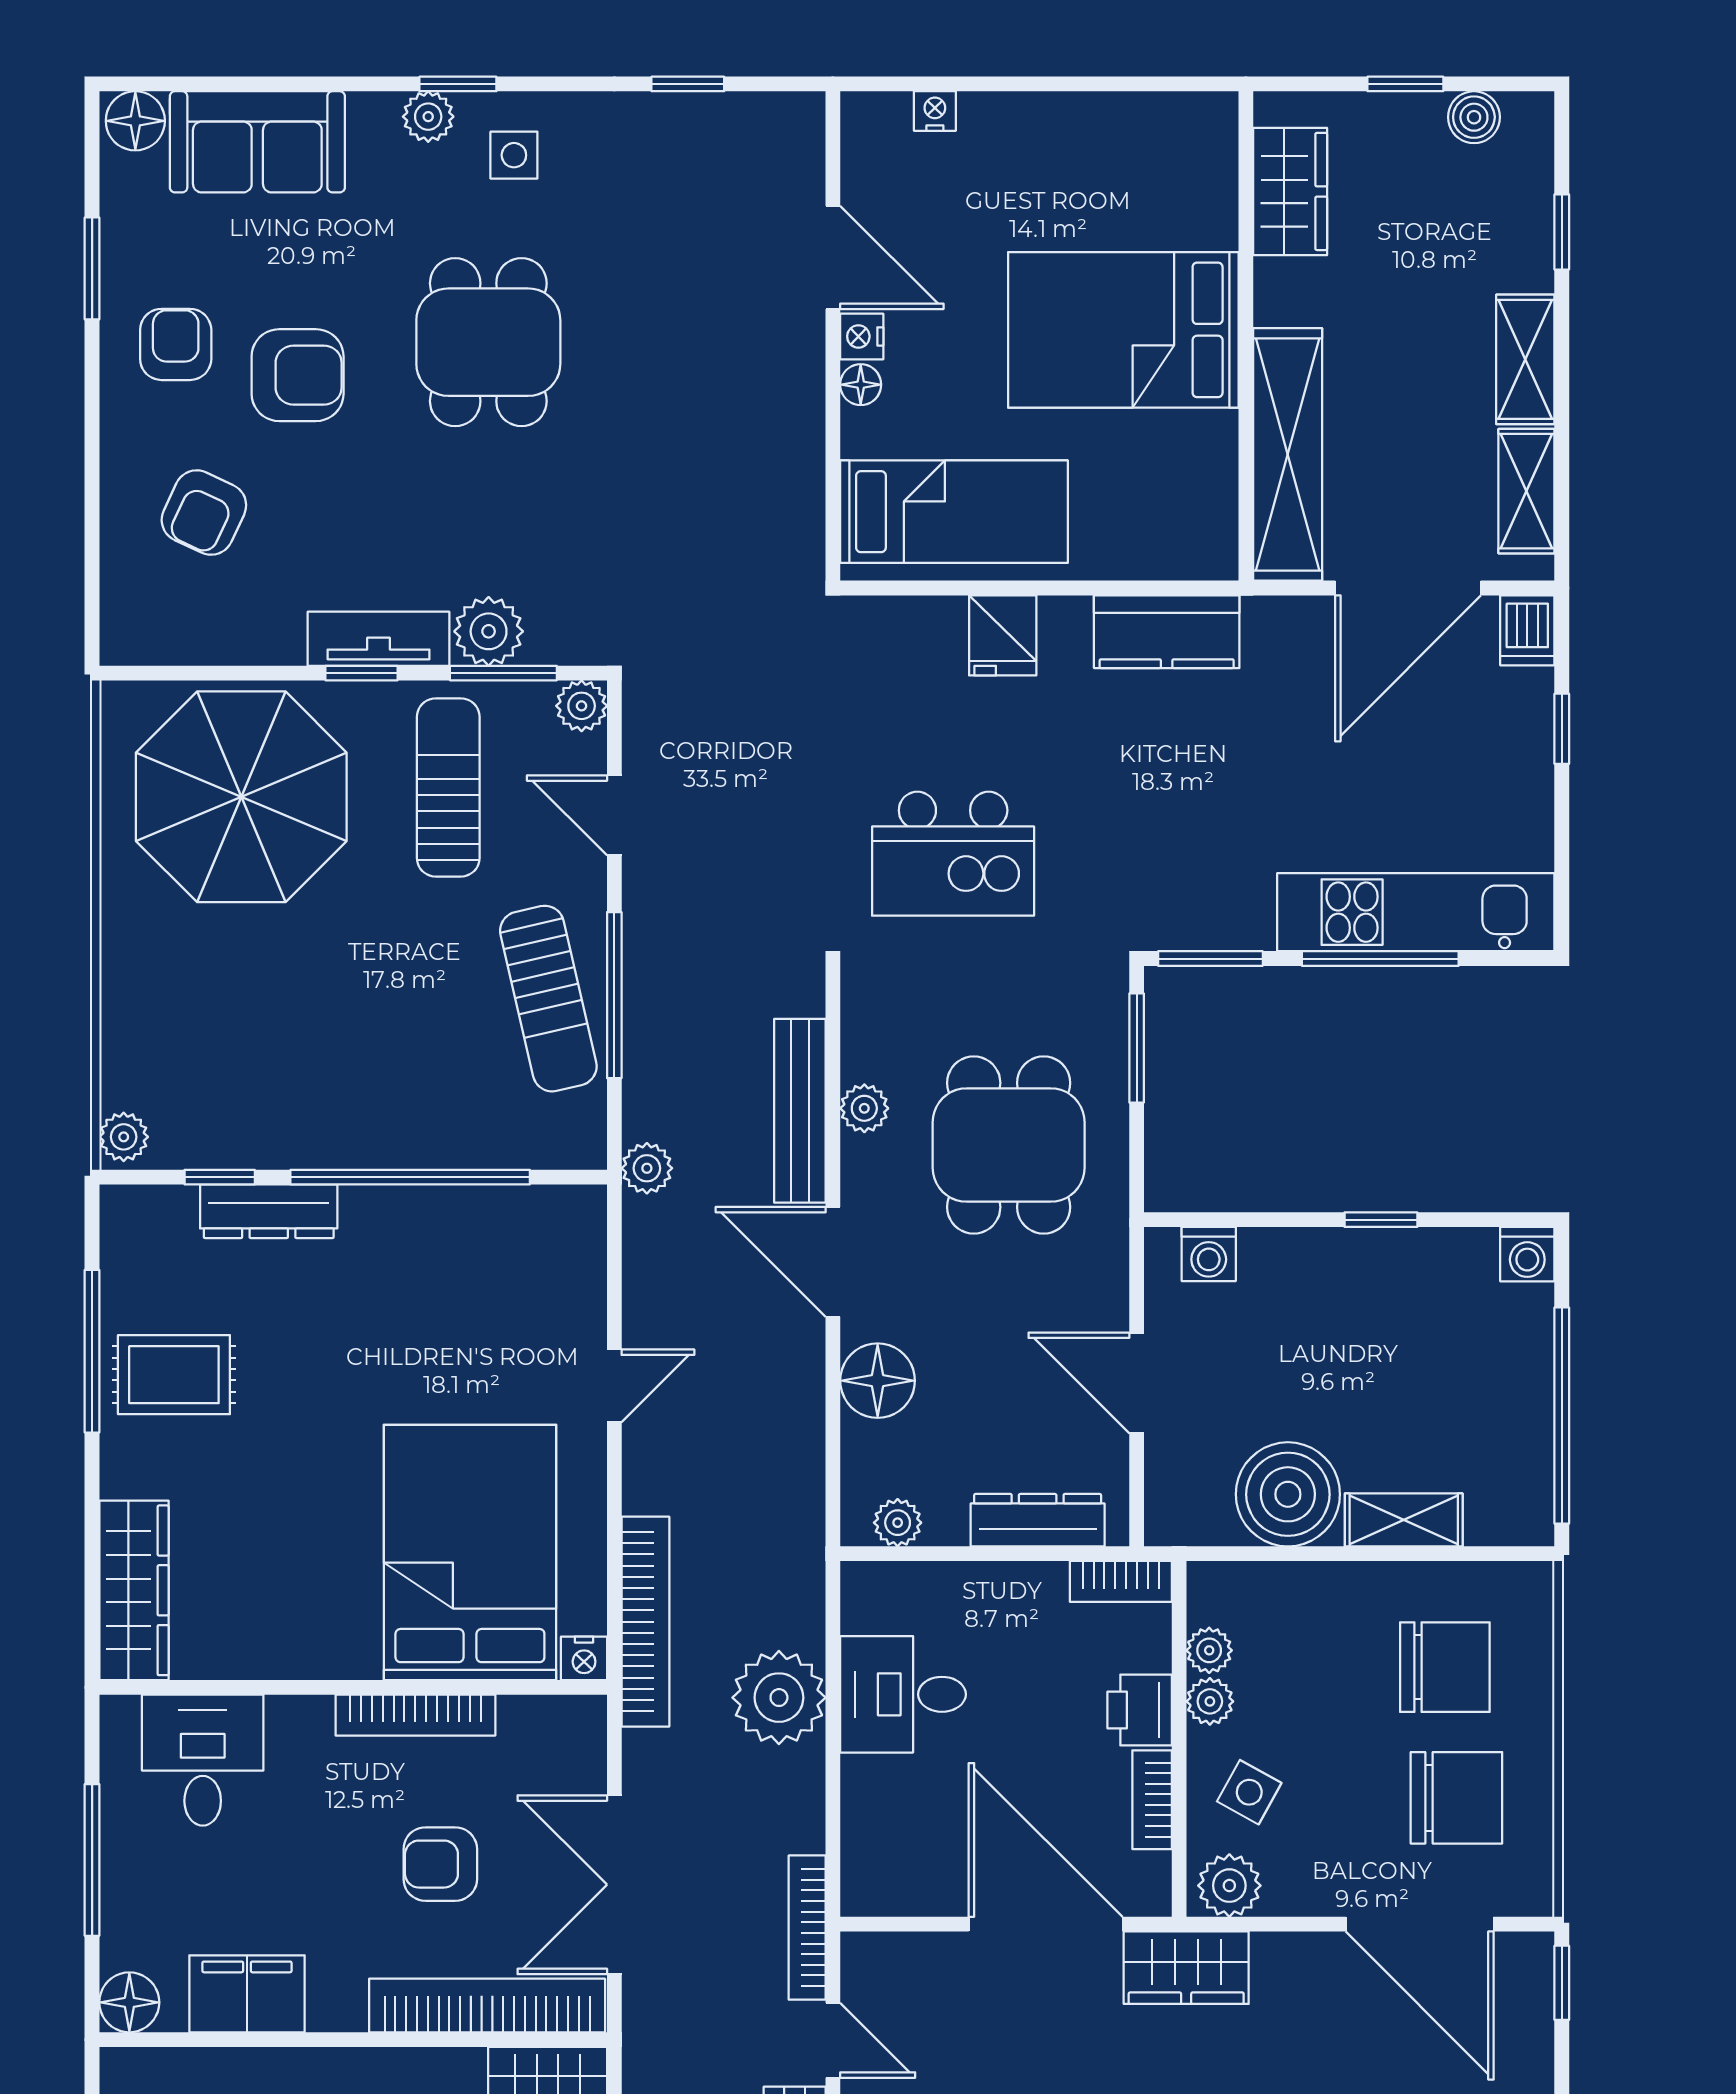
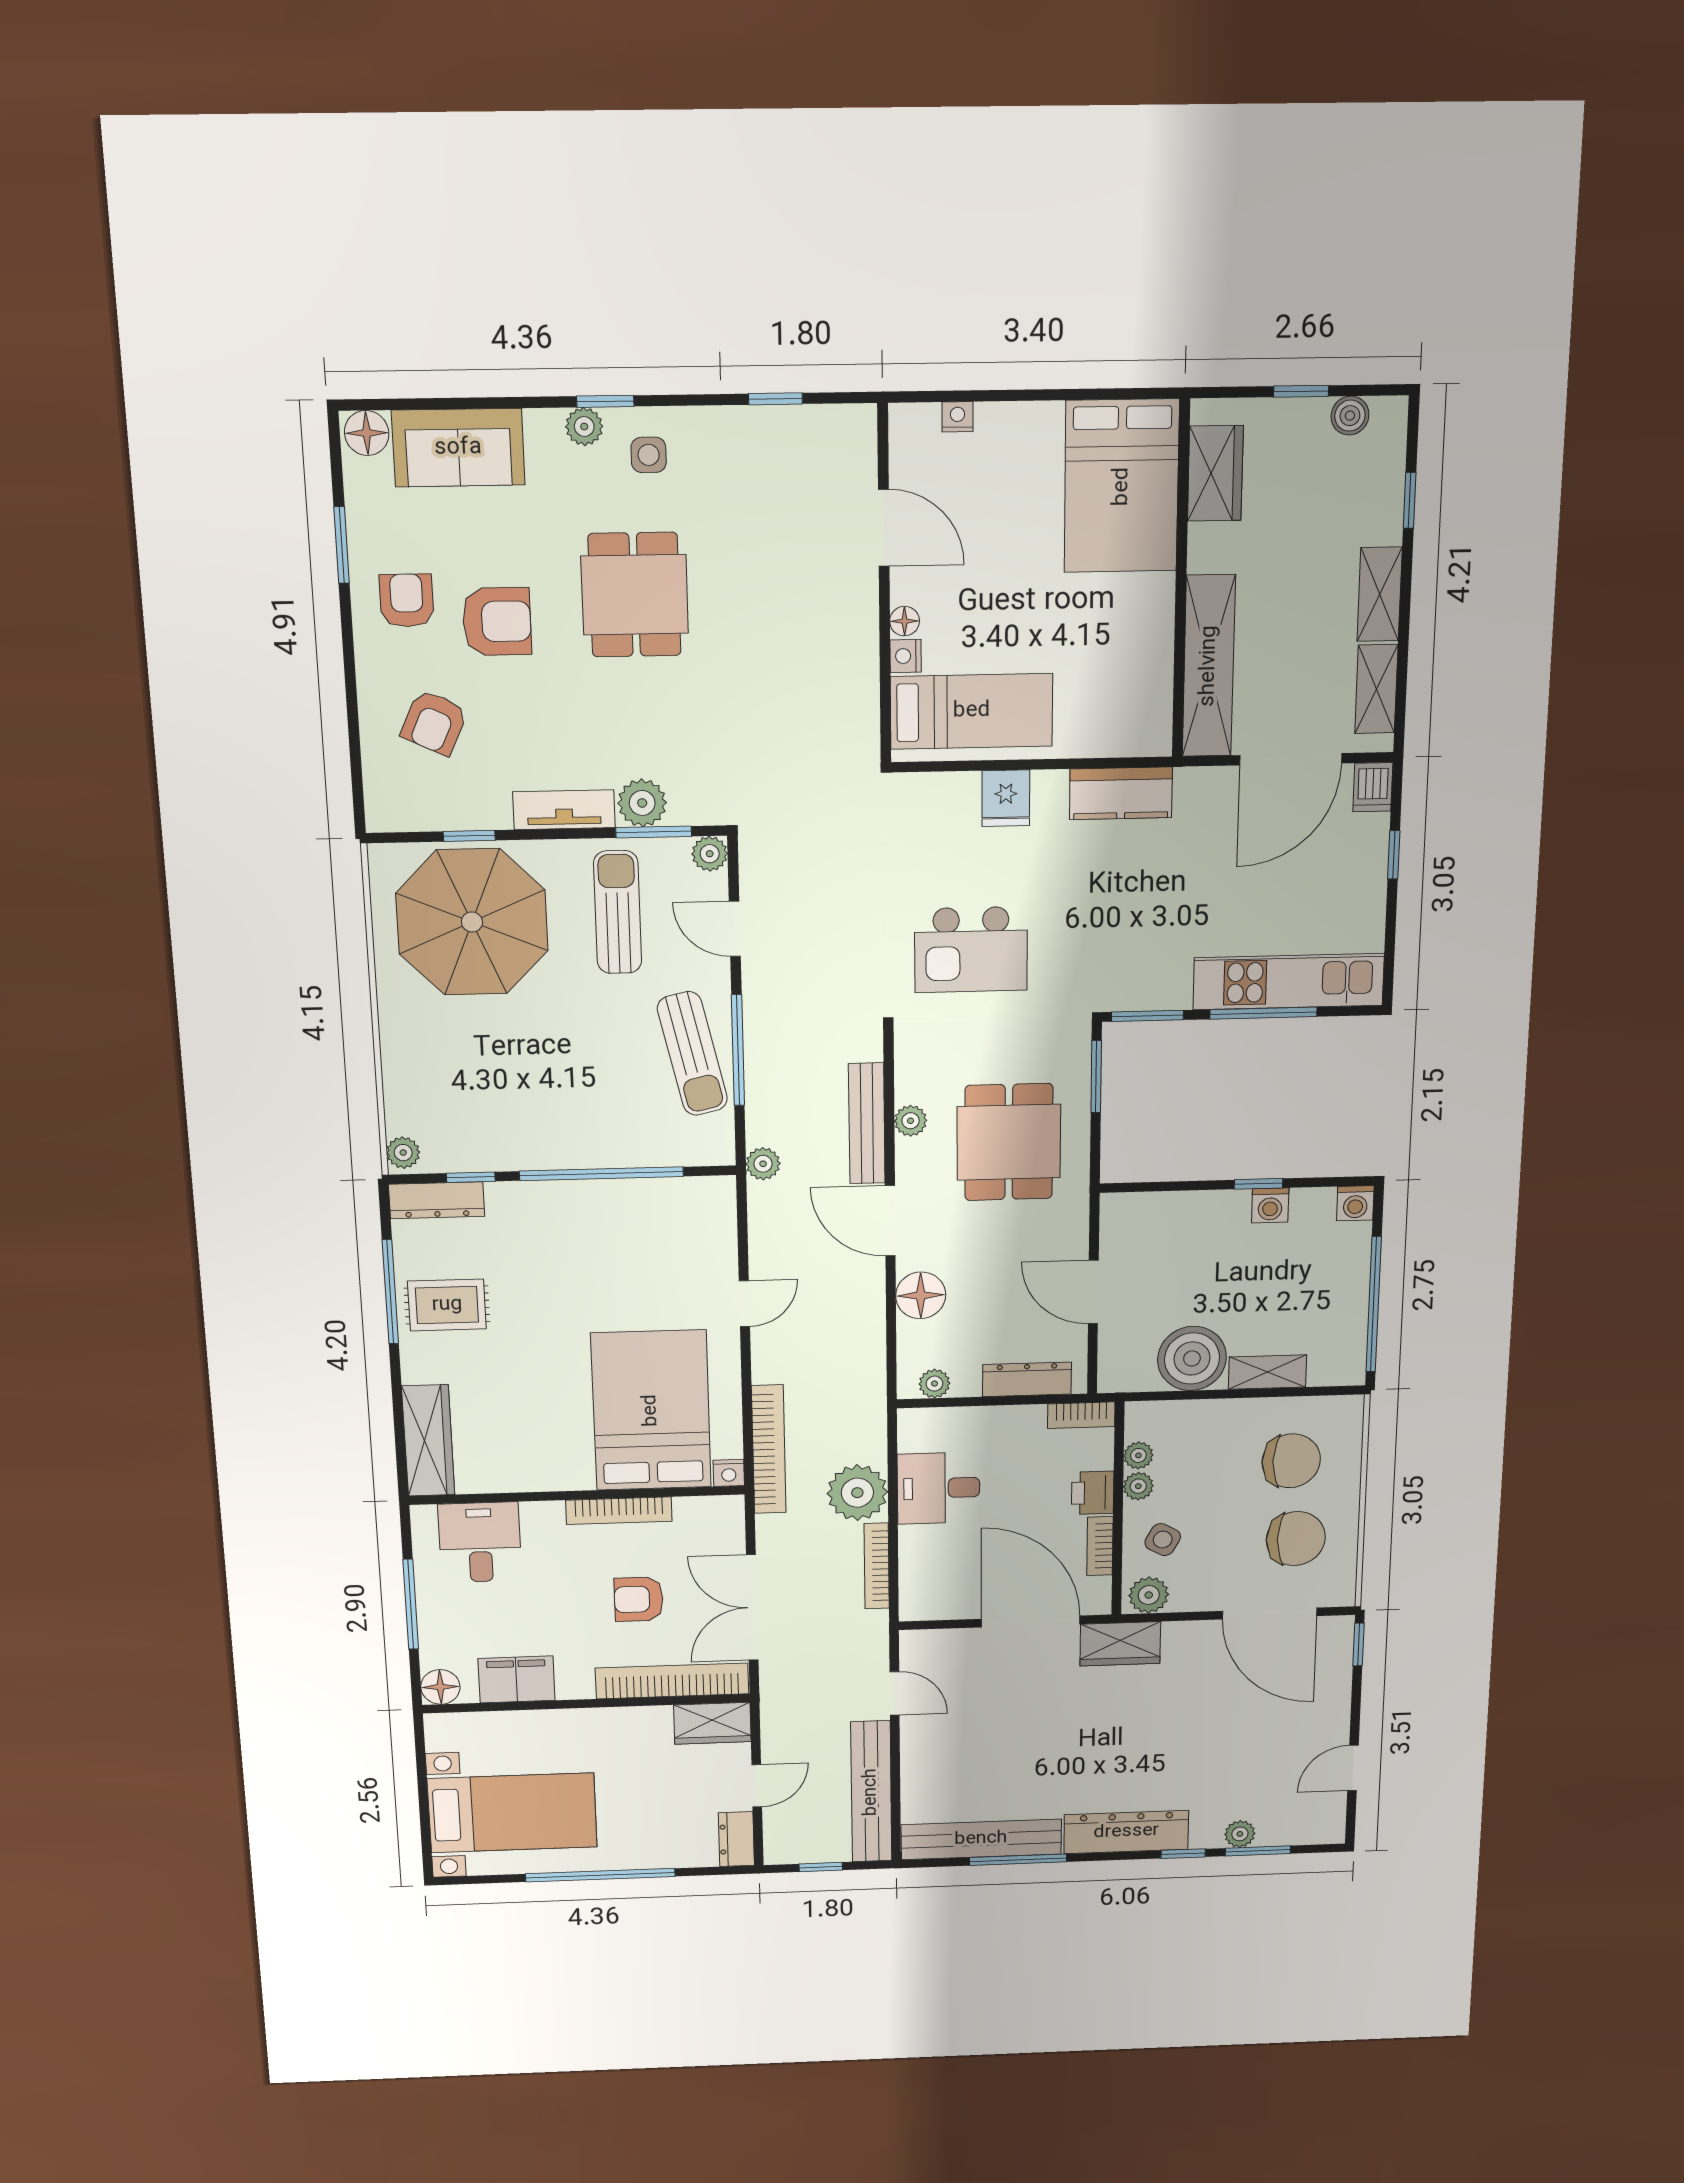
bed: (1123, 330) -> (1122, 486), moved, turned -90
nightstand: (862, 336) -> (906, 656), moved
window: (361, 673) -> (469, 836), moved
dresser: (269, 1211) -> (437, 1200), moved
washing machine: (1209, 1254) -> (1270, 1205), moved
bookcase: (807, 1928) -> (877, 1566), moved

